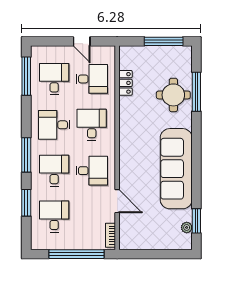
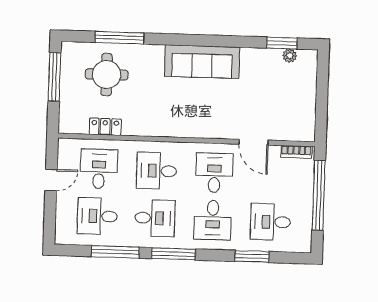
window: (26, 76) -> (115, 252), moved
round table: (173, 95) -> (107, 74), moved
desk: (54, 125) -> (155, 218), turned -90
window: (26, 155) -> (174, 254), moved
sofa: (176, 169) -> (202, 62), width x0.74, depth x0.79
desk: (54, 171) -> (213, 220), turned -90
door: (117, 201) -> (254, 142), swing flipped

